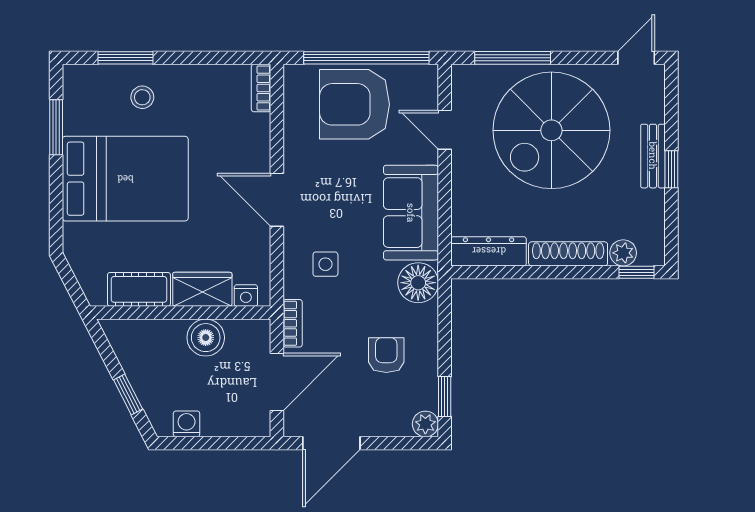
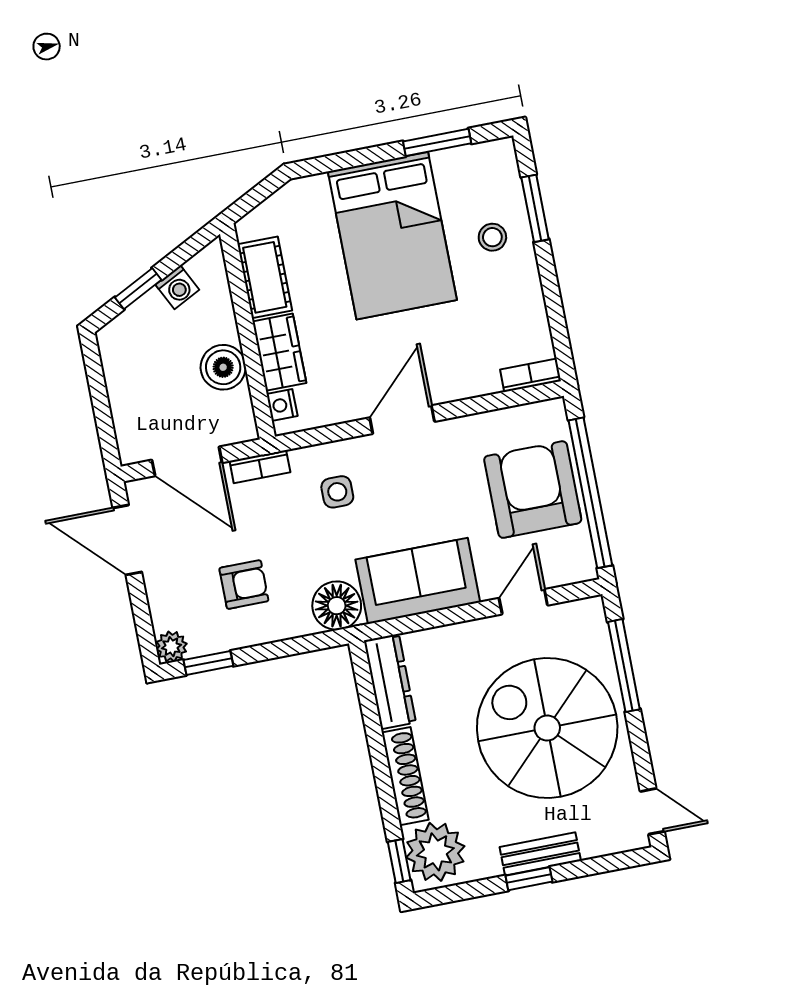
plant: (623, 253) -> (435, 852), width x1.88, depth x1.88
washing machine: (187, 424) -> (177, 287), moved, turned 63

